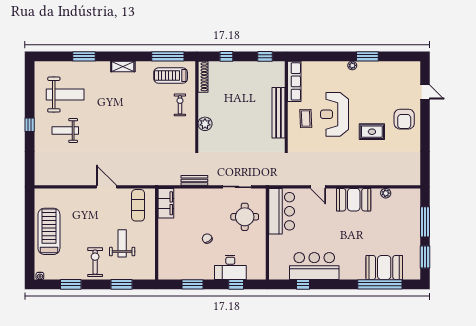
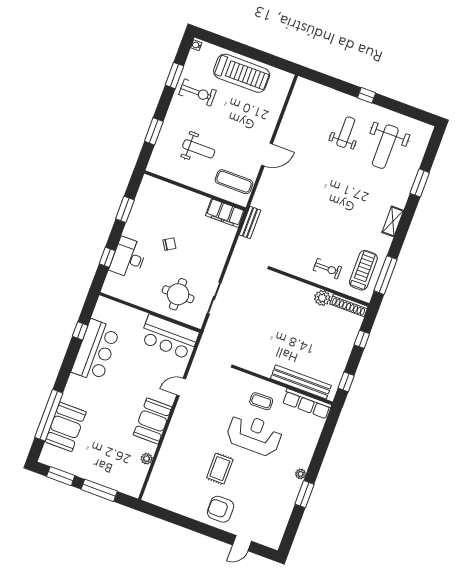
bench: (279, 113) -> (301, 382), moved
plant: (205, 124) -> (322, 298), moved
bench: (194, 180) -> (250, 223), moved
exercise bike: (95, 262) -> (197, 93), moved

